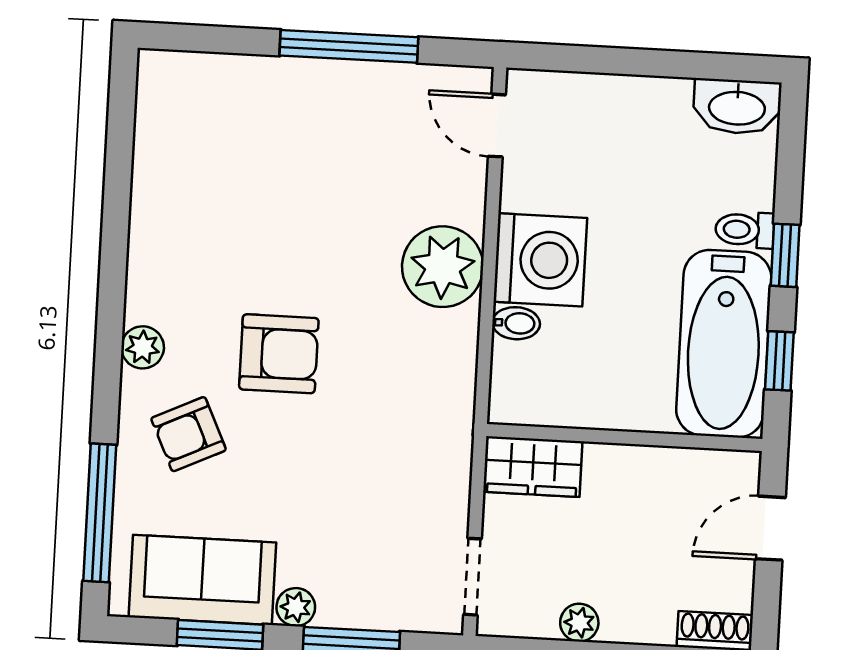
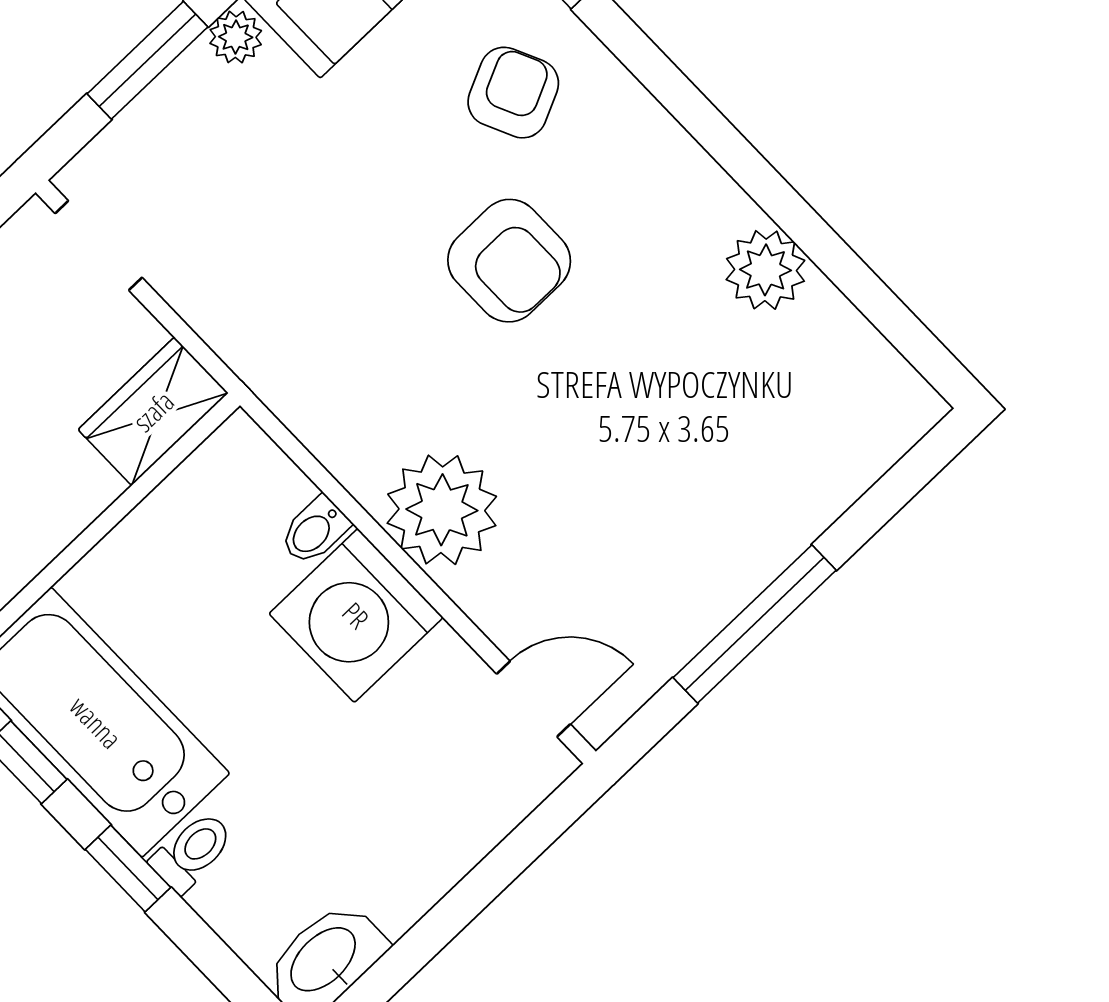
plant: (143, 347) -> (765, 270), moved, width x1.38, depth x1.38
armchair: (279, 354) -> (509, 261), turned -90

